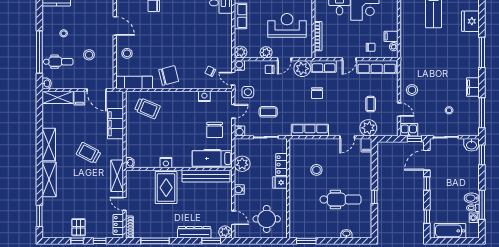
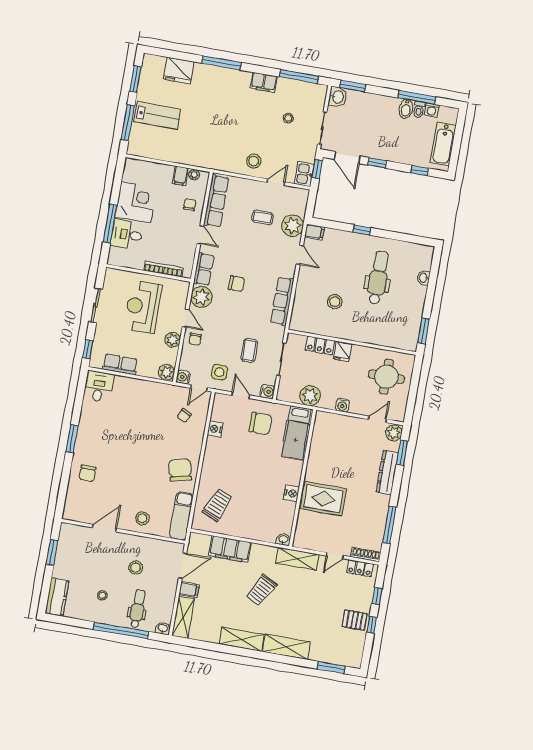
bench: (206, 176) -> (318, 445), removed
window: (374, 197) -> (362, 230), moved

